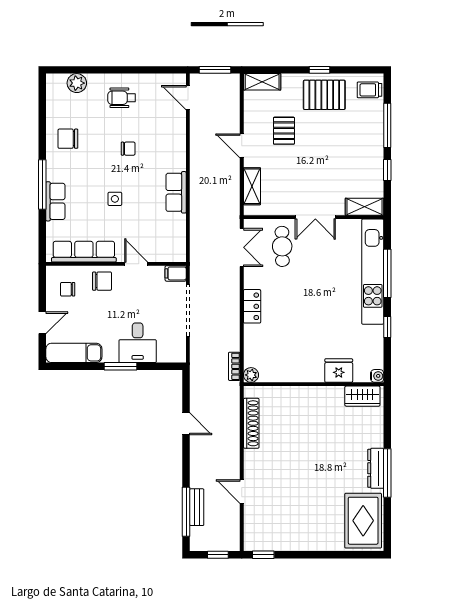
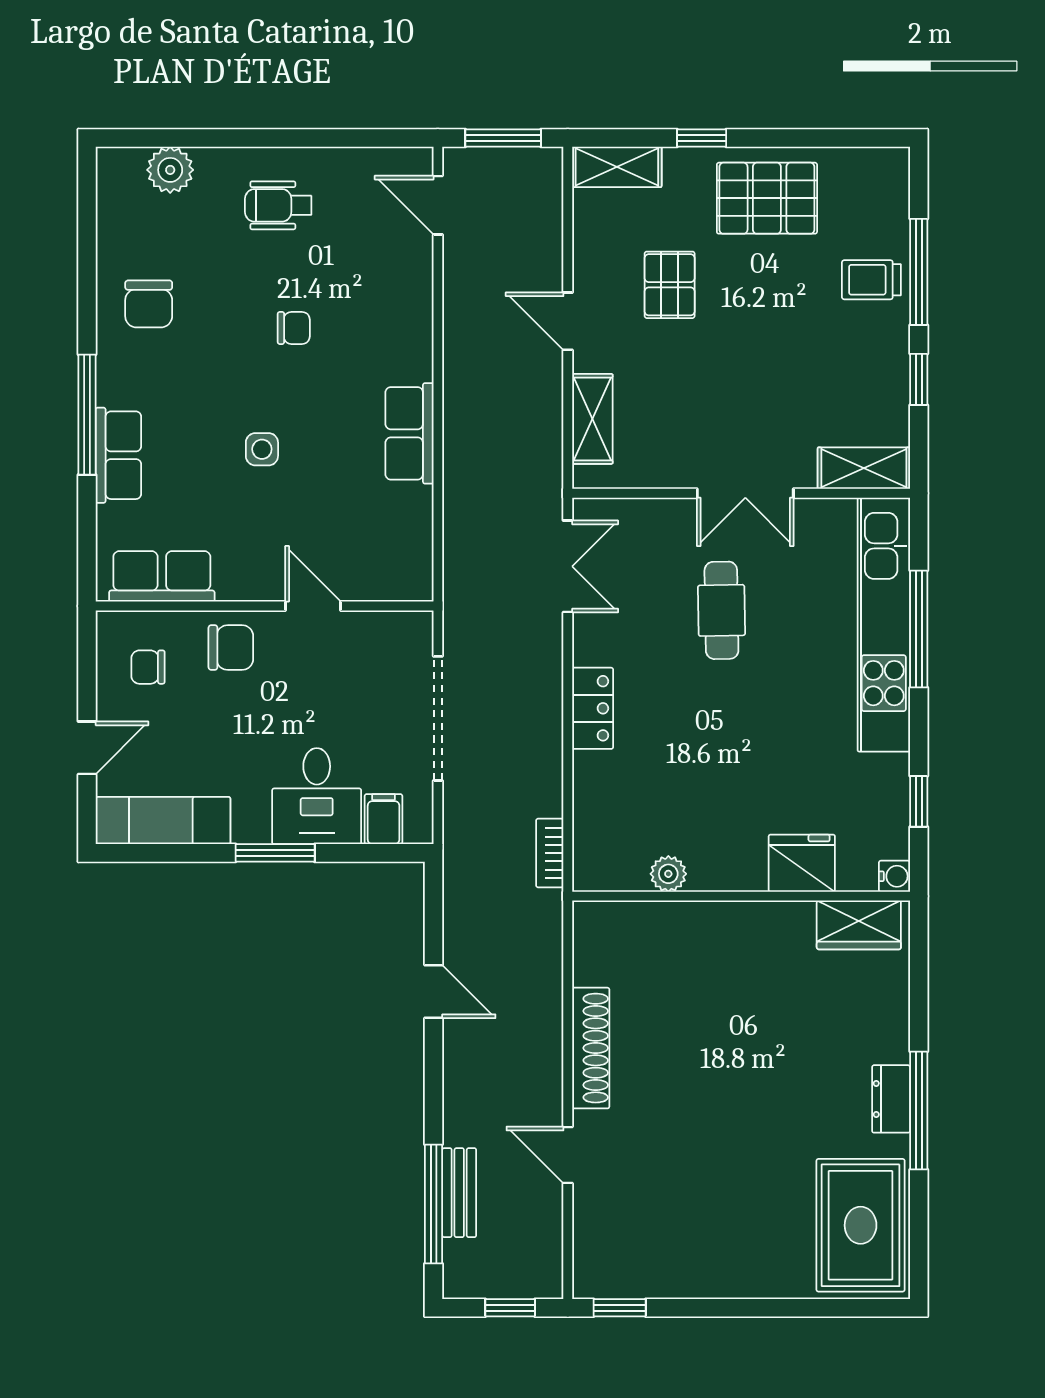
window: (319, 70) -> (702, 138), moved
trolley: (370, 90) -> (871, 280), moved
chair: (68, 139) -> (149, 304), turned -90
cafe table: (282, 246) -> (721, 610), moved
row of seats: (84, 252) -> (162, 576), width x0.68
filing cabinet: (176, 273) -> (384, 819), moved, turned 90
window: (387, 327) -> (919, 801), moved
plant: (251, 375) -> (668, 874), moved
shoe rack: (251, 423) -> (591, 1048), moved
dresser: (376, 468) -> (891, 1099), width x0.70

